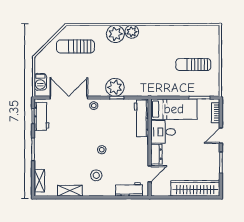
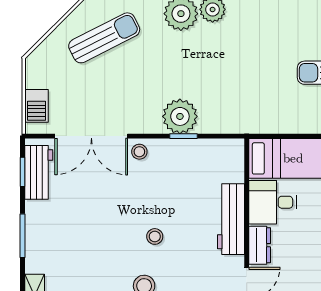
sun lounger: (76, 46) -> (104, 38), turned 153
double door: (69, 98) -> (91, 136), swing flipped
workbench: (141, 118) -> (231, 219), moved

